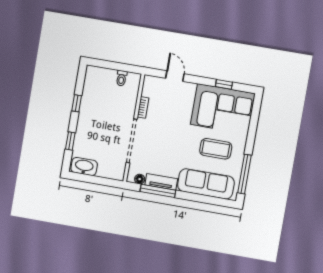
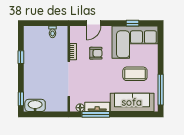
door: (175, 76) -> (94, 23), swing flipped
armchair: (171, 114) -> (96, 53), added
window: (70, 141) -> (21, 99), moved

